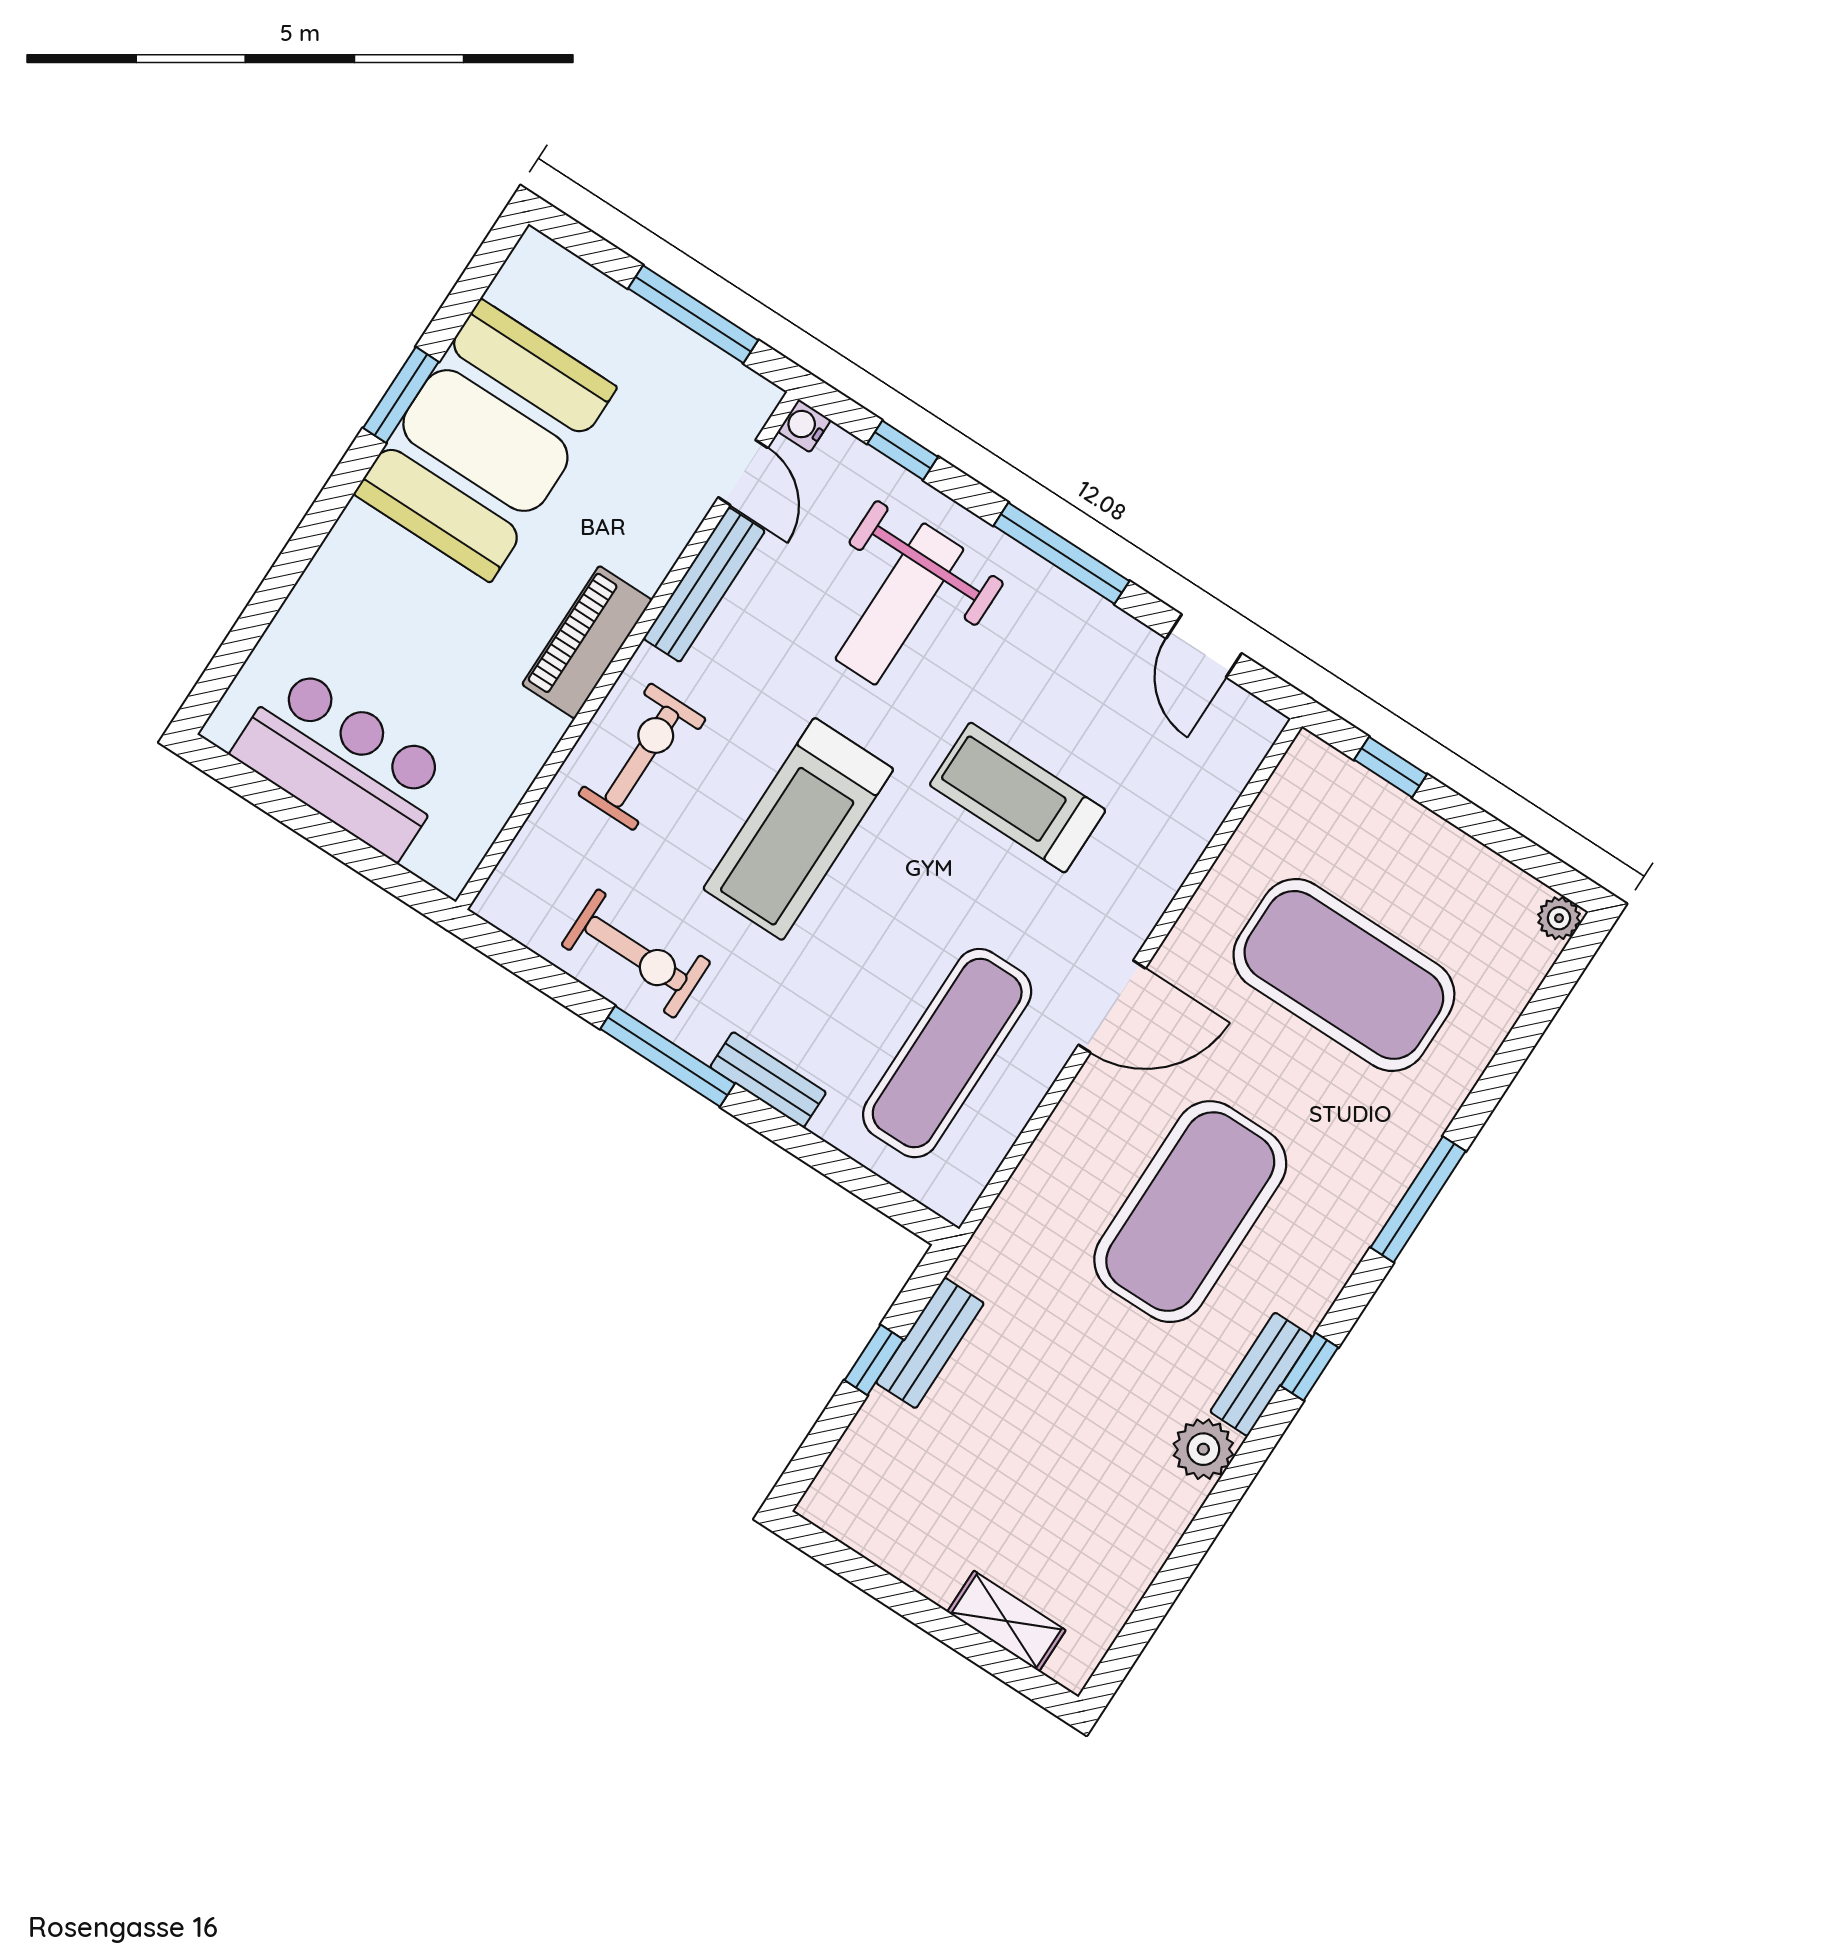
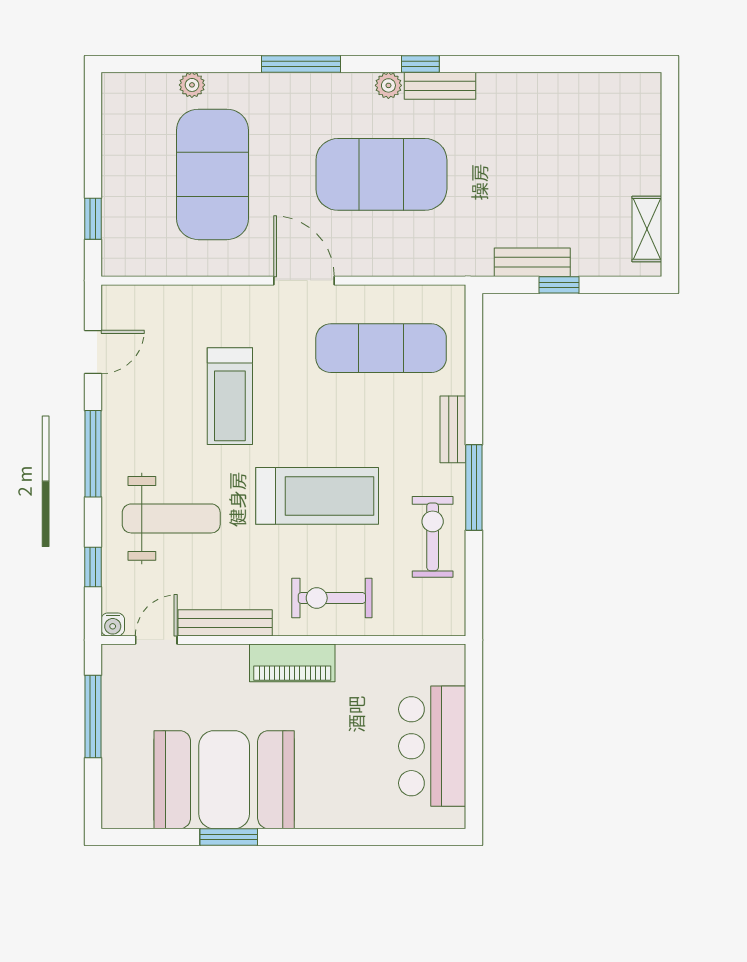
plant: (1559, 918) -> (192, 85), moved
plant: (1203, 1449) -> (388, 85), moved, width x0.73, depth x0.73
shelving: (1006, 1621) -> (647, 229), moved

